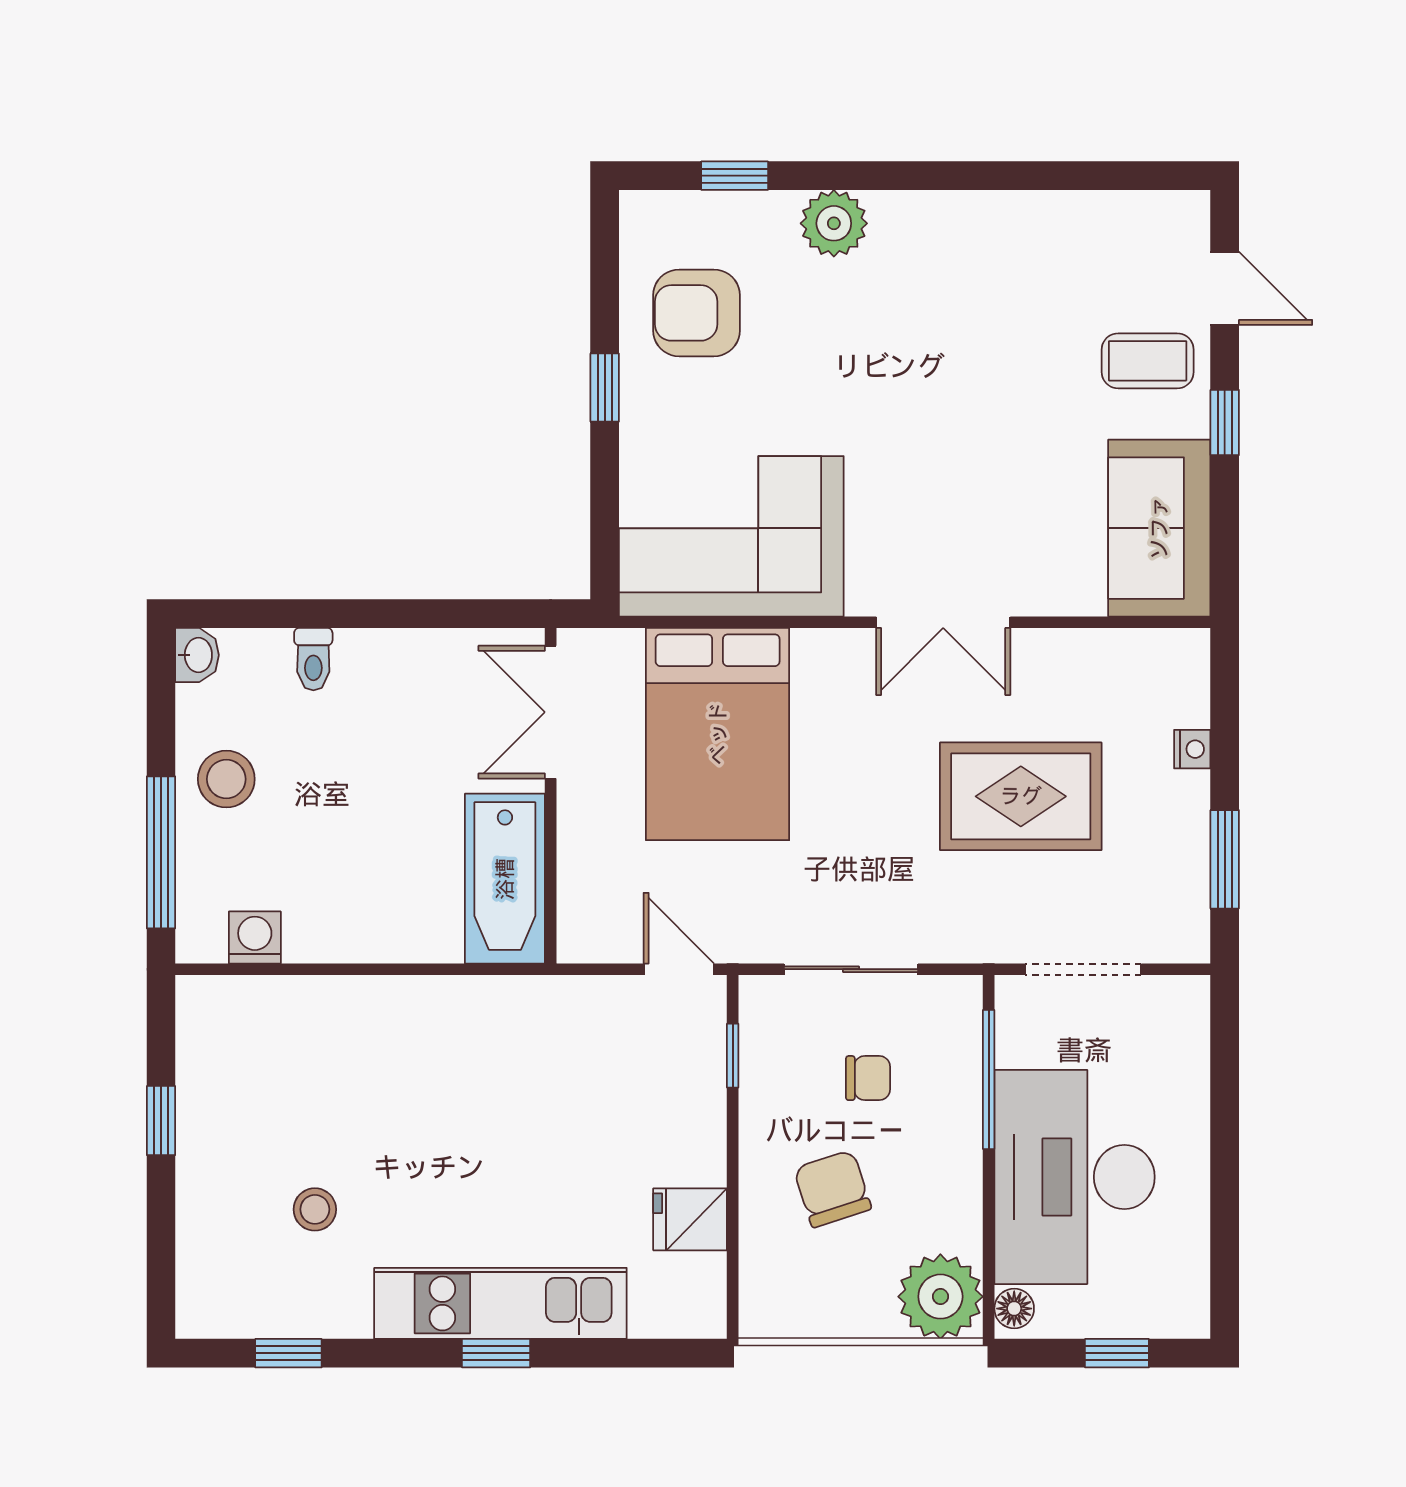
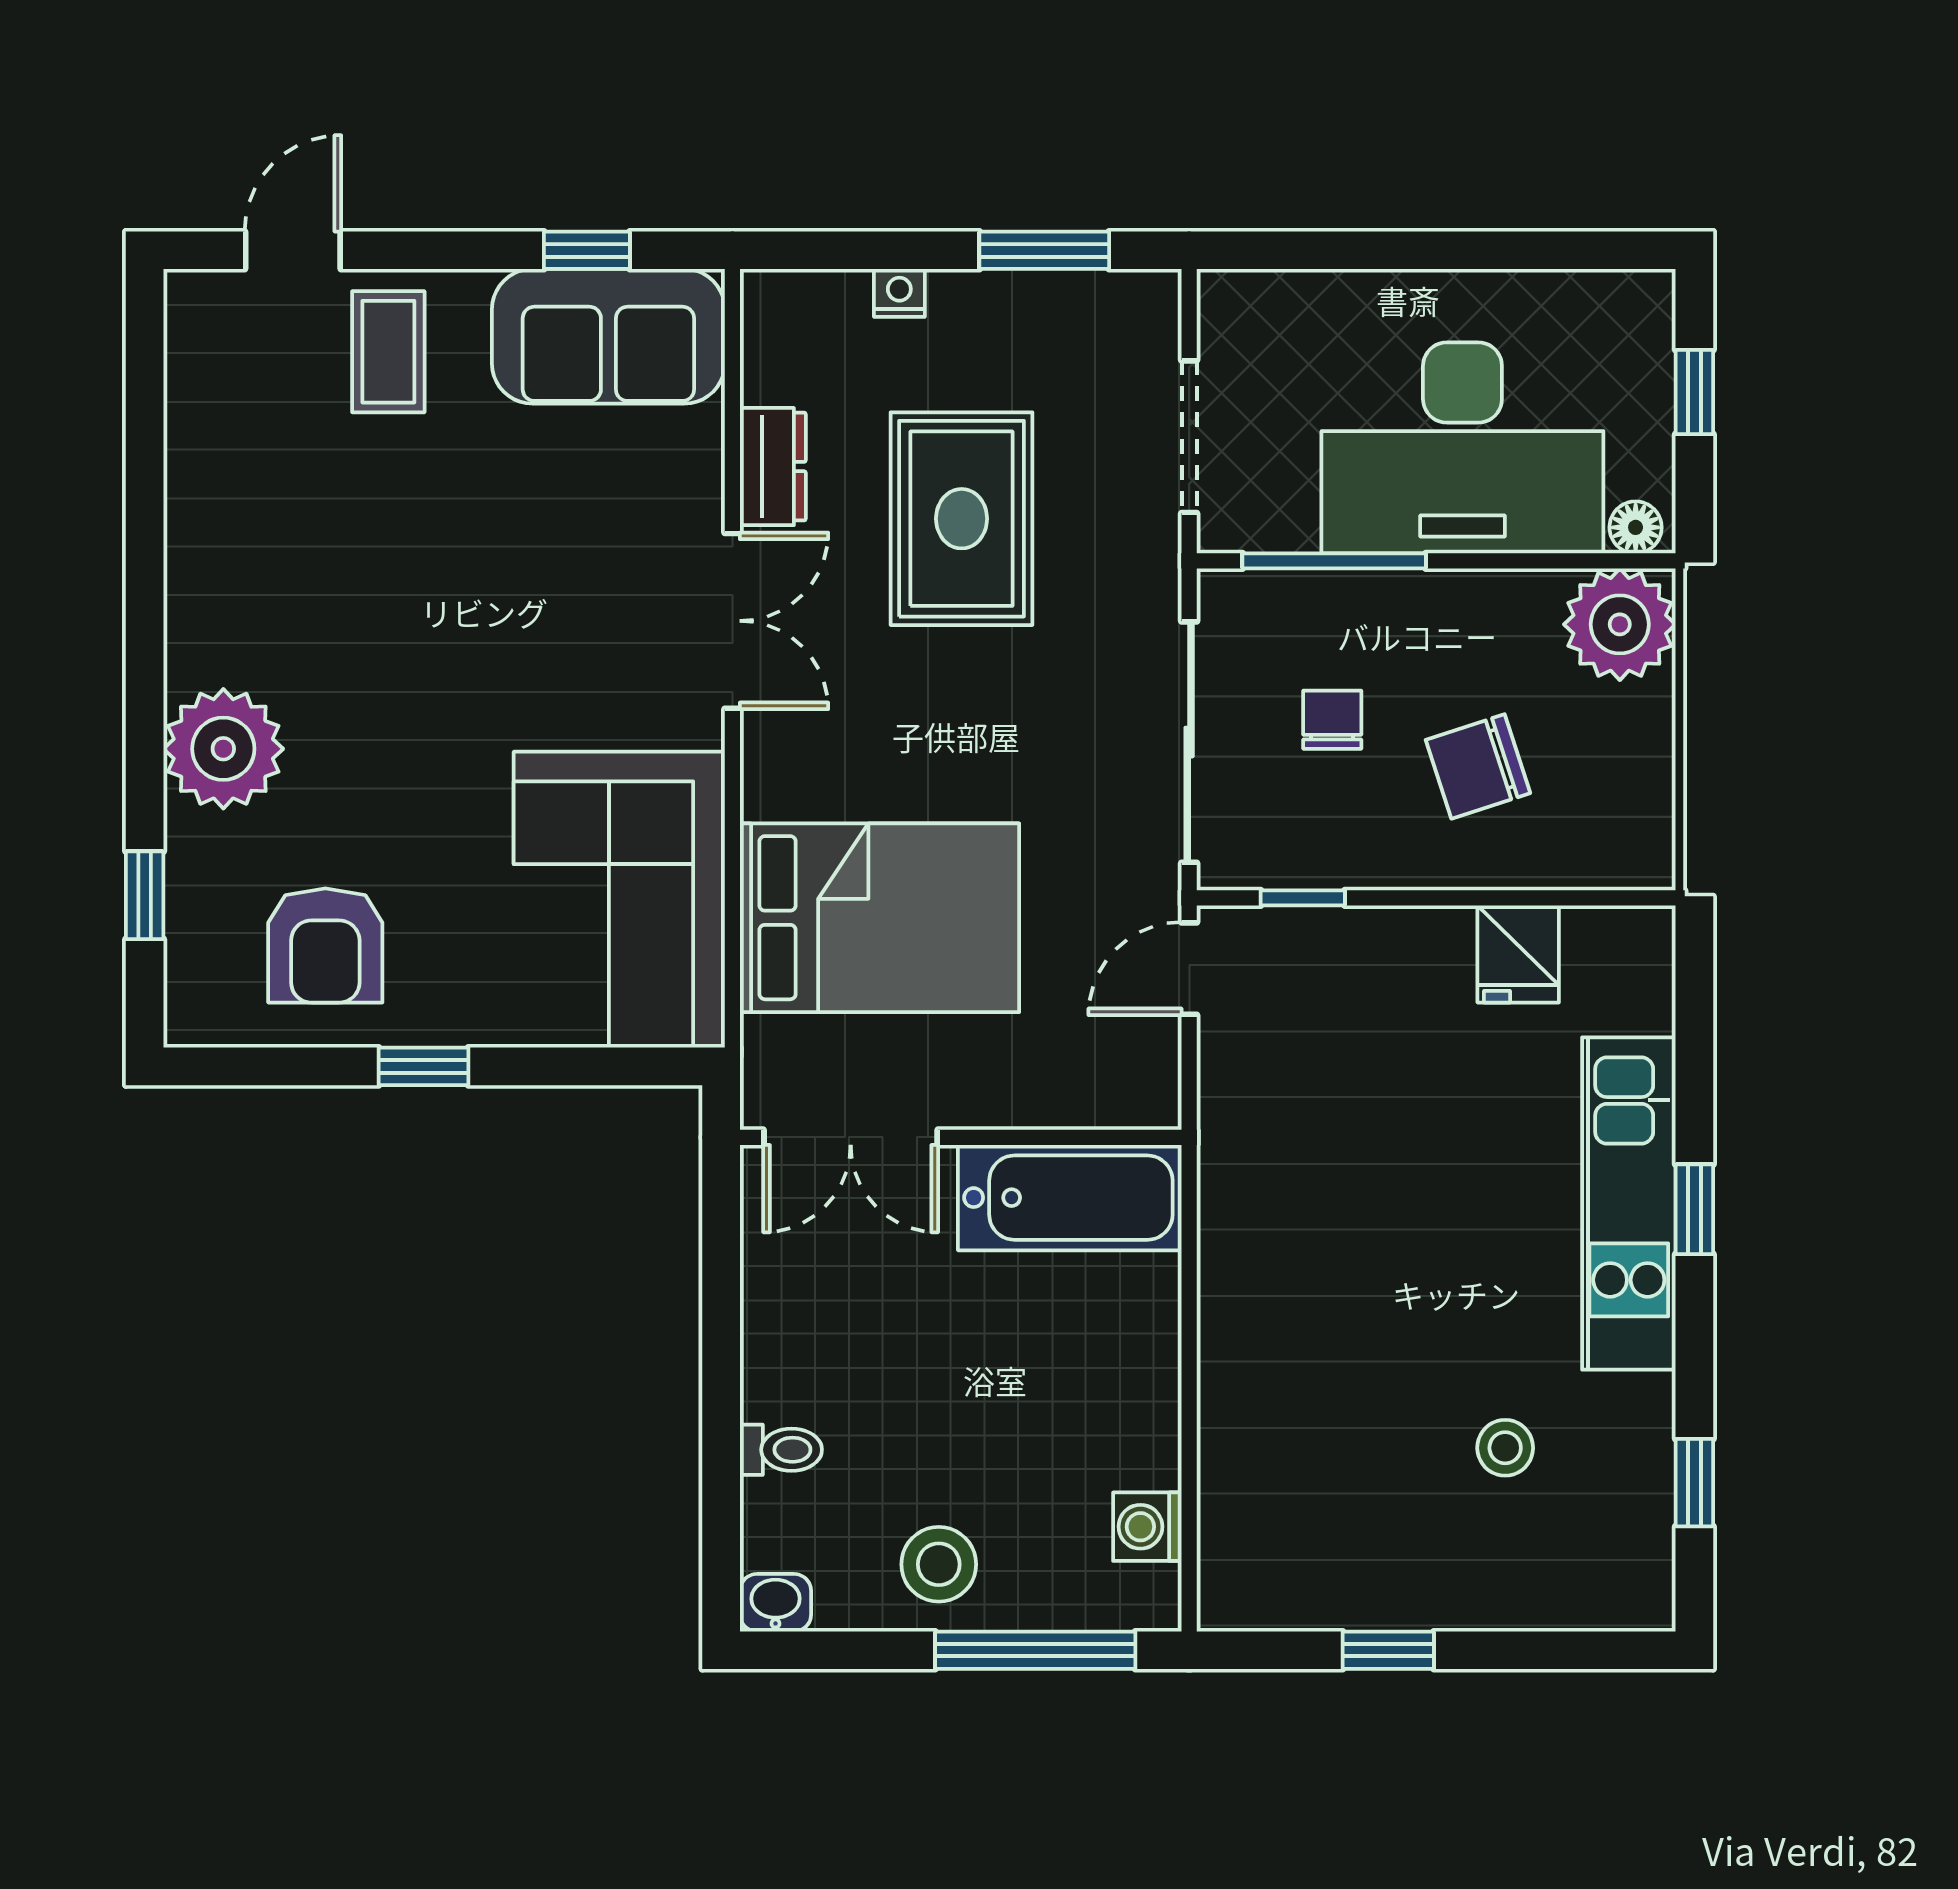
plant: (834, 223) -> (223, 749), width x1.36, depth x1.36
window: (1225, 423) -> (587, 250), moved
dresser: (1060, 653) -> (773, 467), added
sliding door: (851, 969) -> (1189, 742), width x1.37

